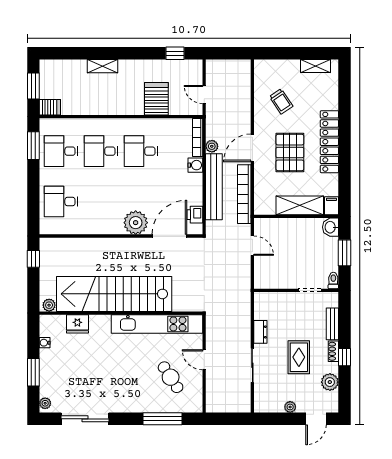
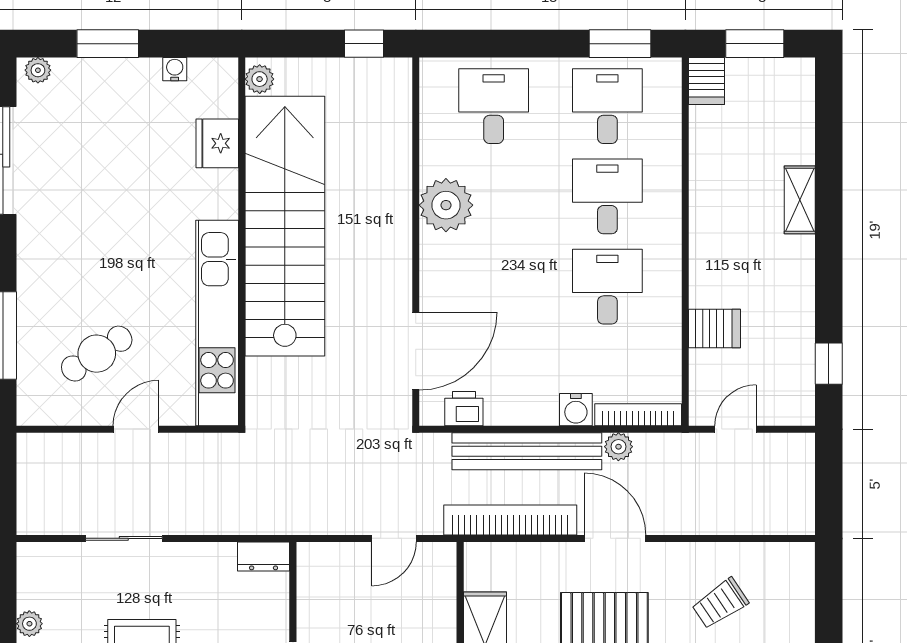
server rack: (156, 99) -> (715, 328), width x0.73, depth x0.70
plant: (136, 223) -> (446, 205), moved
door: (169, 236) -> (416, 351), hinge flipped
dresser: (260, 332) -> (264, 556), moved

